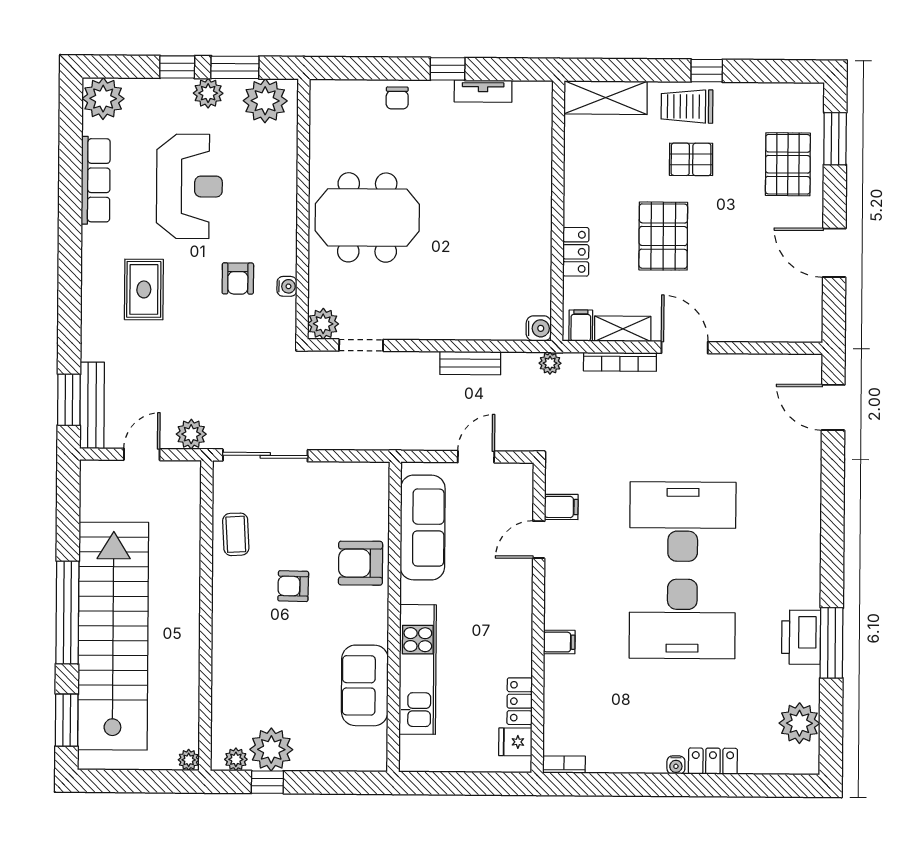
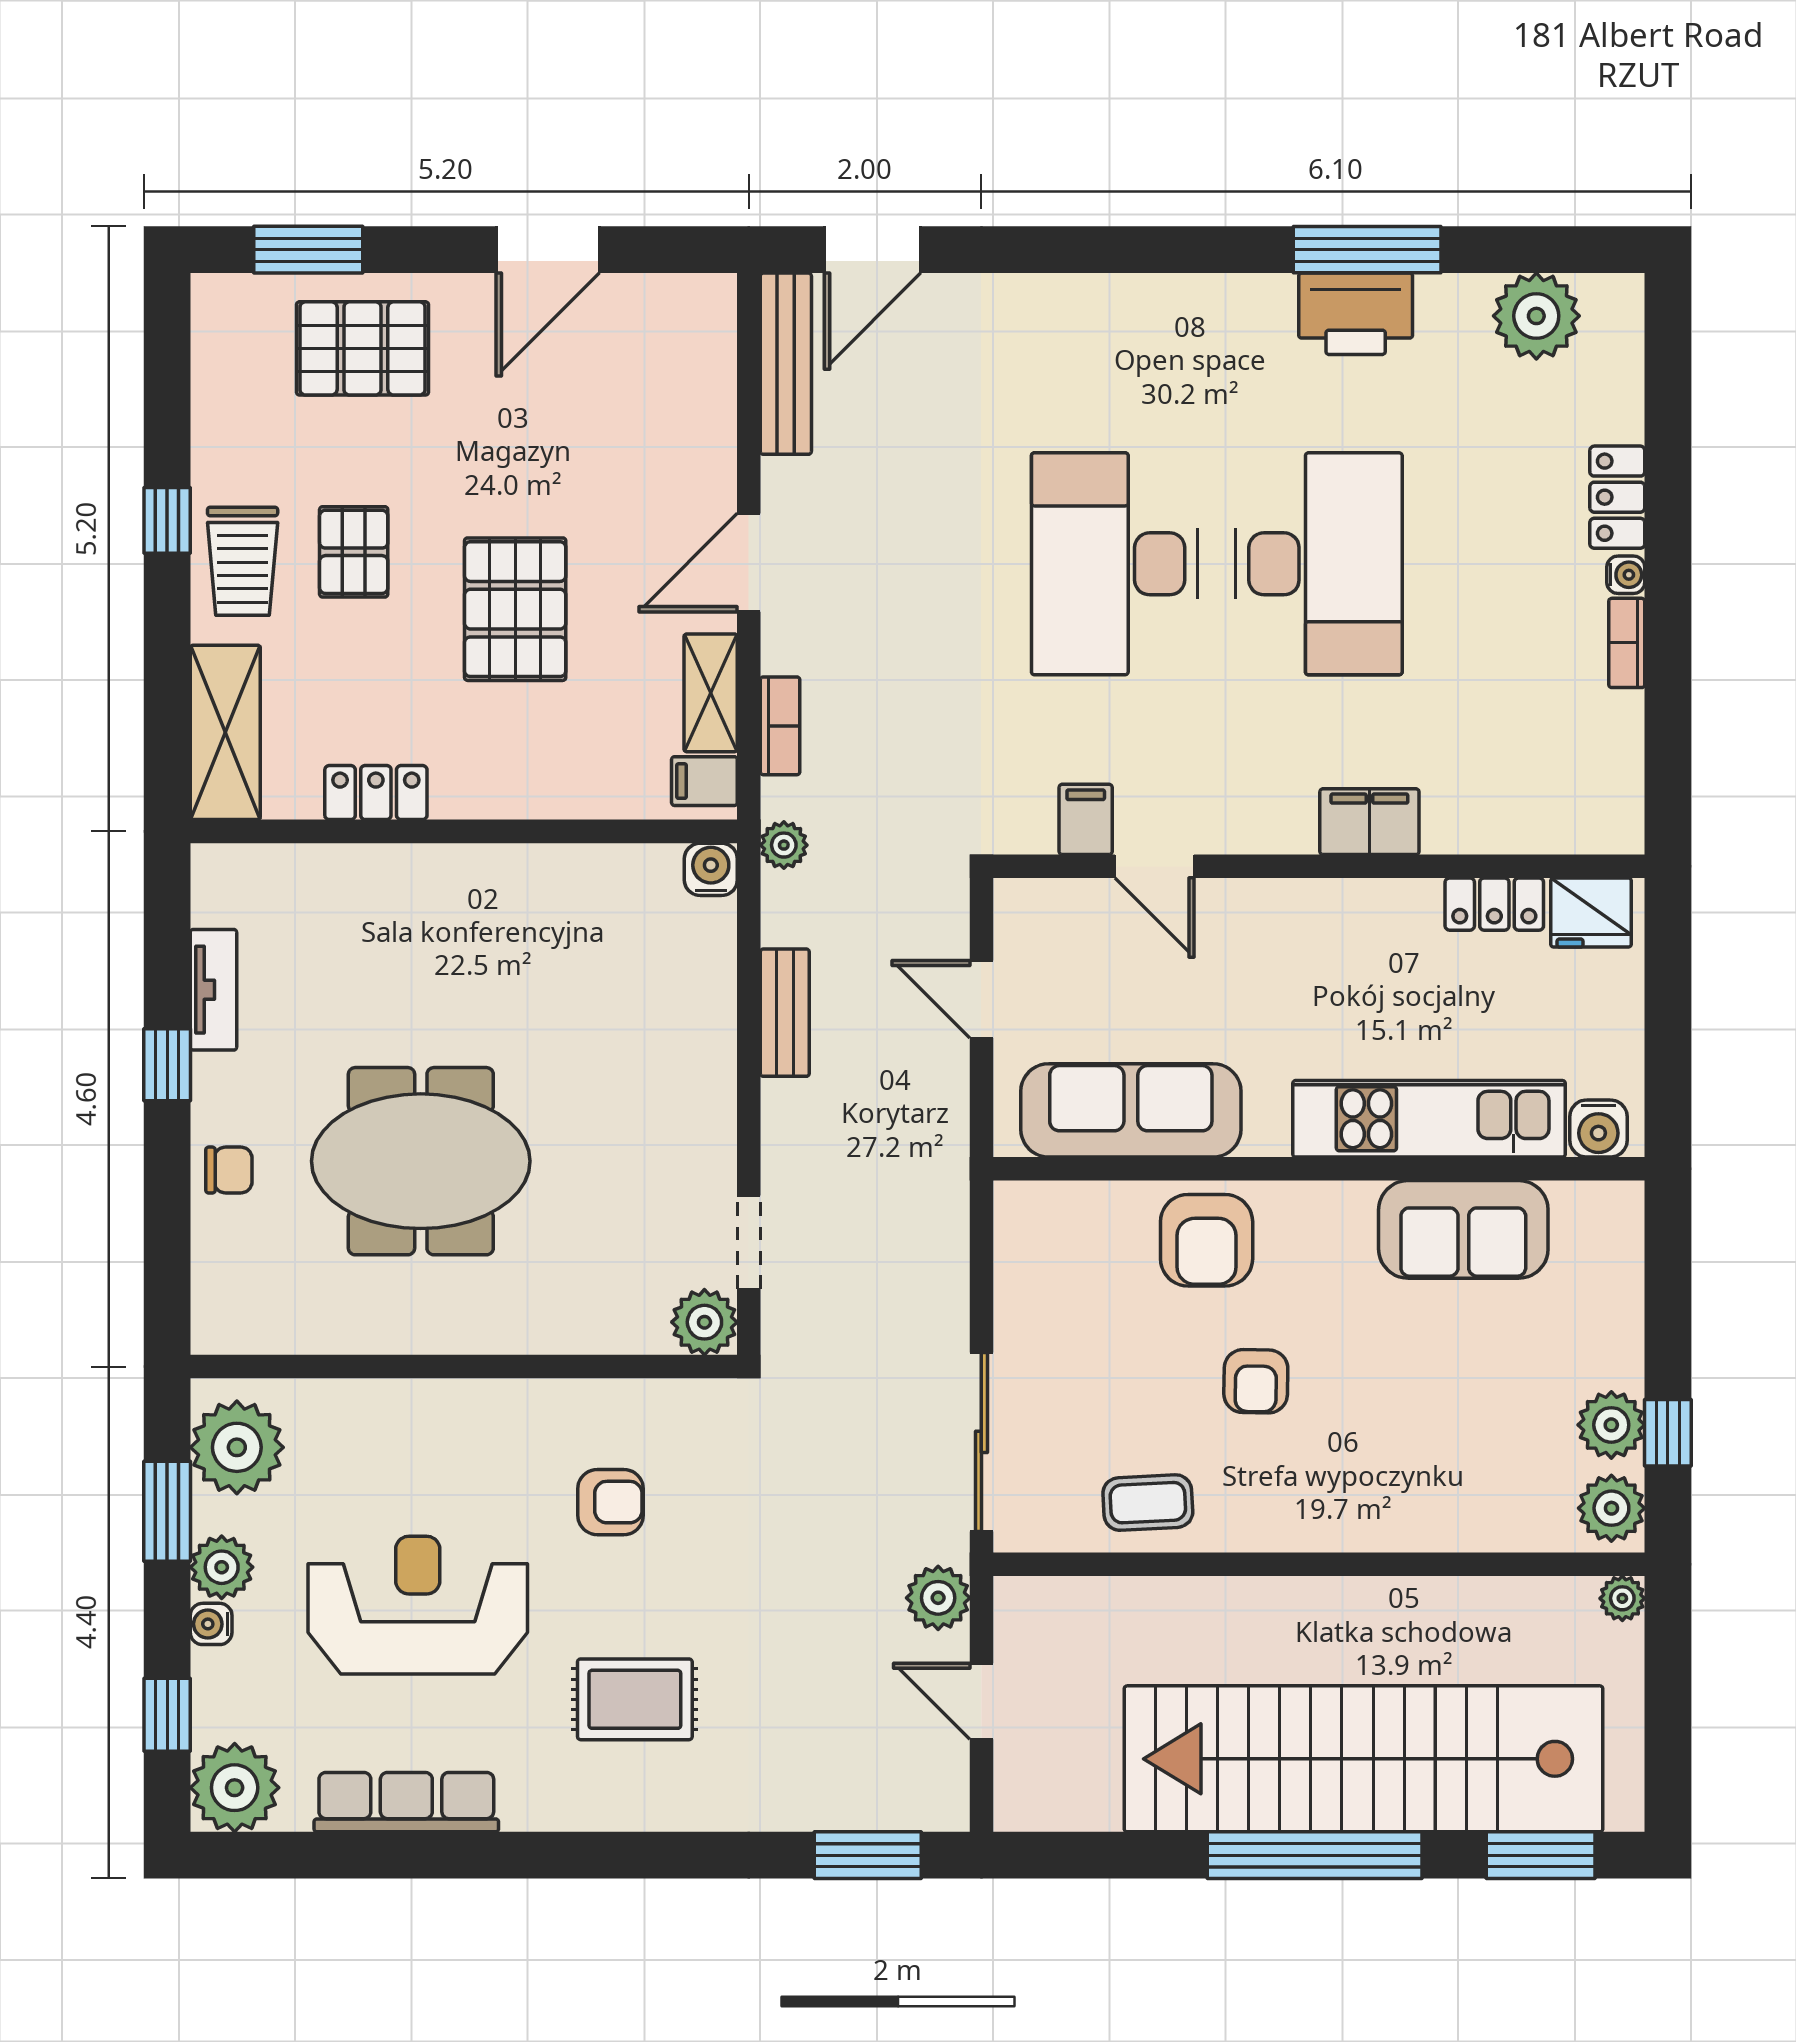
window: (177, 67) -> (167, 1715), moved
meeting table: (367, 217) -> (421, 1161), moved, turned 90
pallet: (663, 236) -> (515, 609), turned 90
locker: (576, 252) -> (376, 793), moved
water cooler: (287, 286) -> (211, 1624), moved, turned -90
bookcase: (620, 362) -> (780, 726), width x0.64
bench: (92, 405) -> (786, 364), moved, turned 90
filing cabinet: (559, 642) -> (1369, 822), width x2.00
fridge: (515, 742) -> (1591, 913), width x1.38
plant: (271, 749) -> (1611, 1425), width x0.73, depth x0.73
water cooler: (412, 750) -> (1598, 1128), added
plant: (236, 759) -> (1611, 1508), width x1.38, depth x1.38
bookcase: (564, 765) -> (1627, 643), moved

